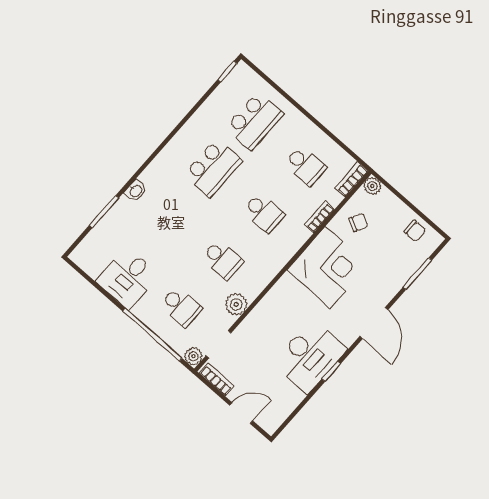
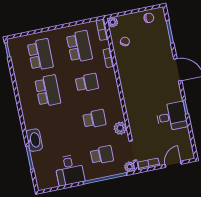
school desk: (305, 166) -> (79, 47), width x1.85
washbasin: (135, 191) -> (34, 140), width x1.91, depth x1.45
corner desk: (328, 268) -> (135, 72), removed
desk: (310, 356) -> (172, 117), width x0.73

